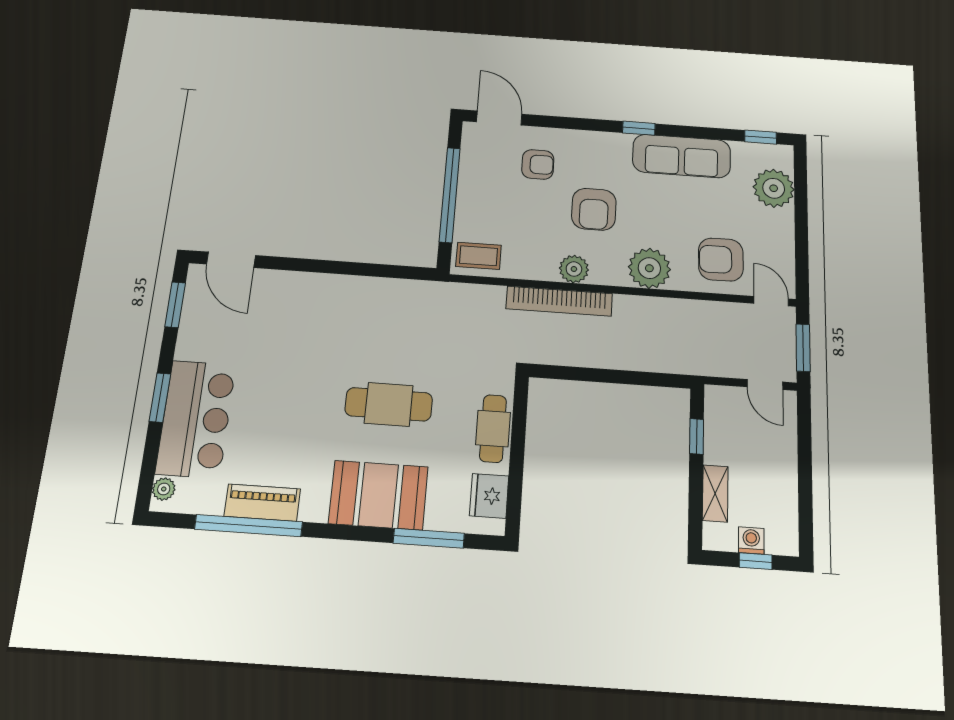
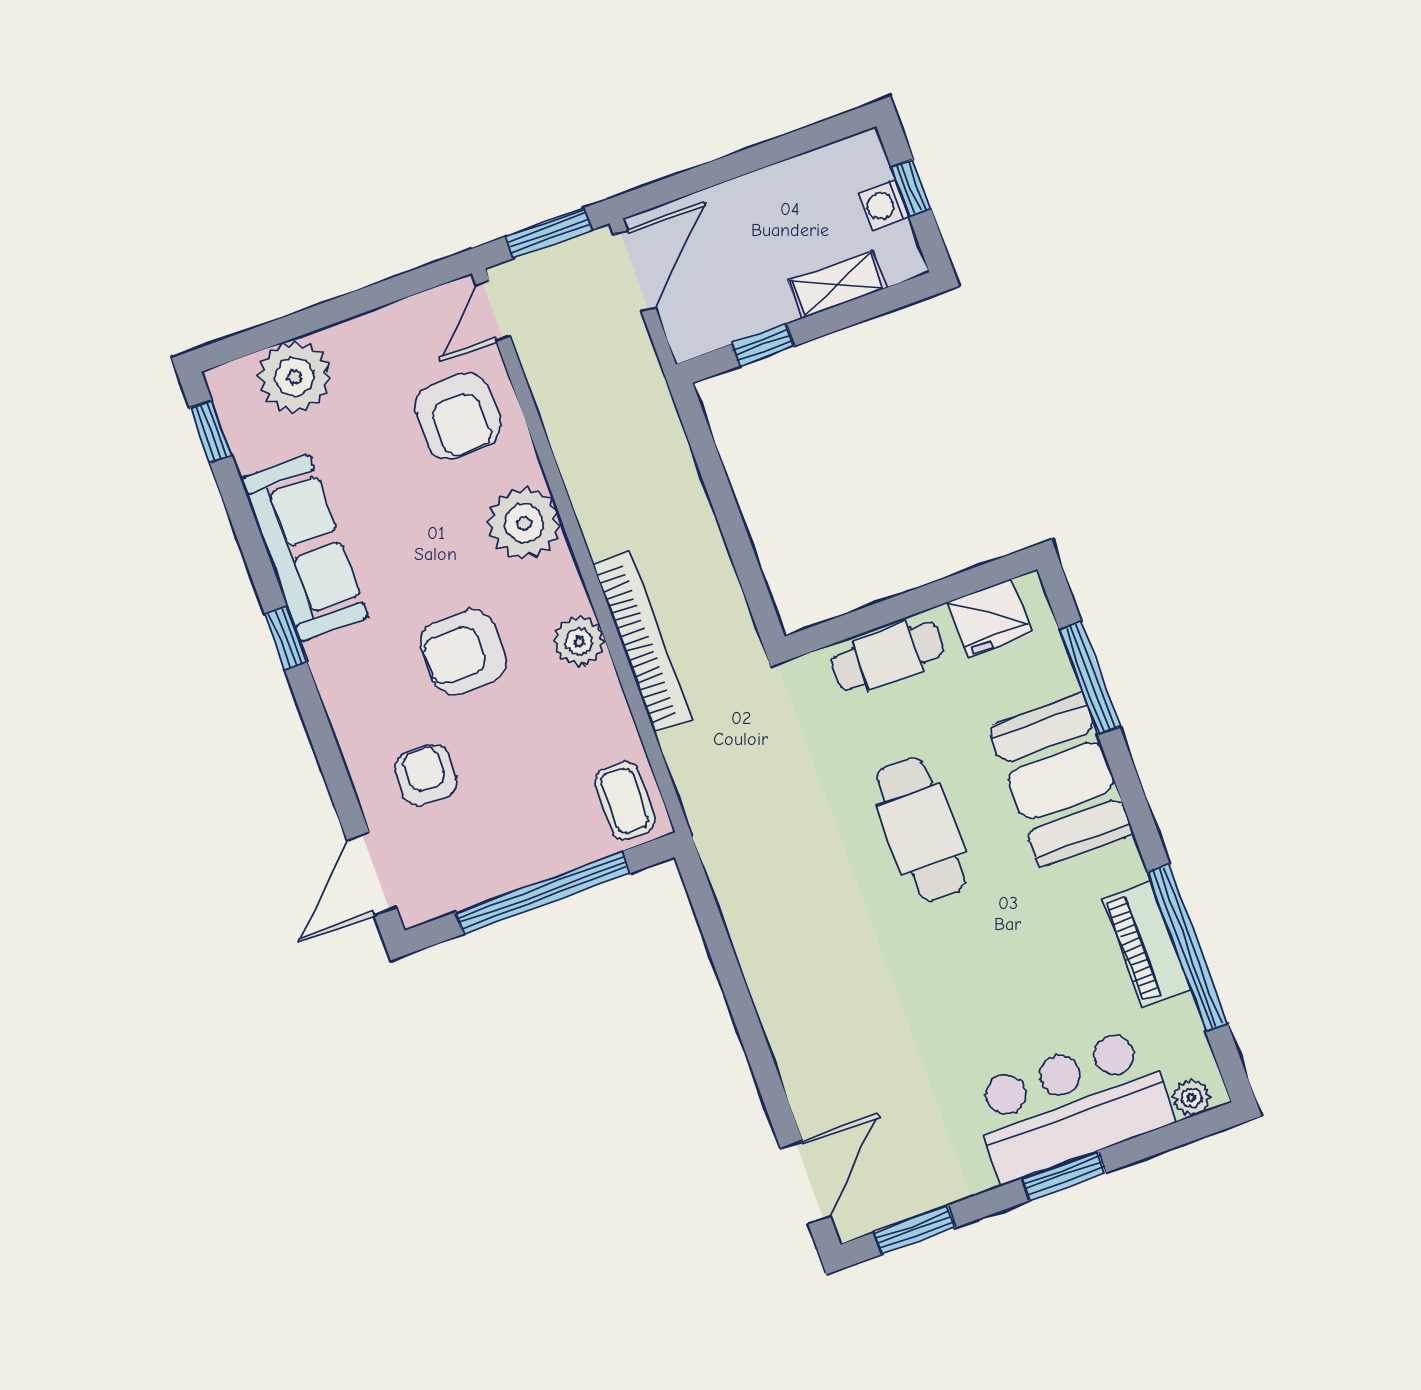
armchair: (594, 209) -> (463, 652), turned 180
door: (765, 384) -> (635, 271), width x1.38

